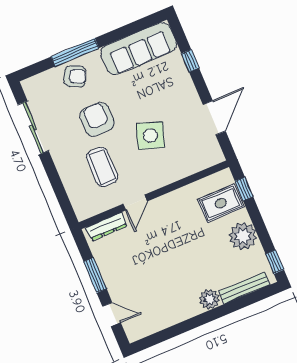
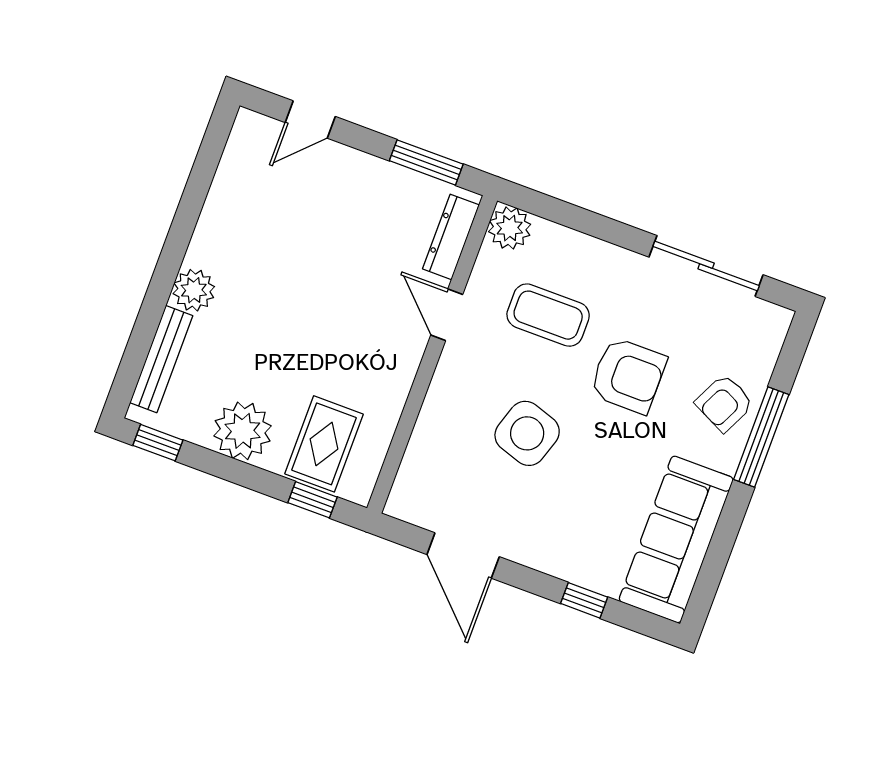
plant: (84, 209) -> (510, 228), added
window: (95, 275) -> (426, 162), moved

